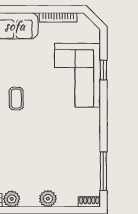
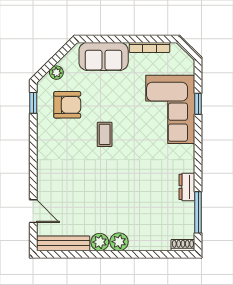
dresser: (93, 148) -> (187, 187), added
plant: (48, 199) -> (119, 242), moved

